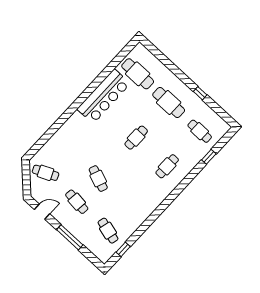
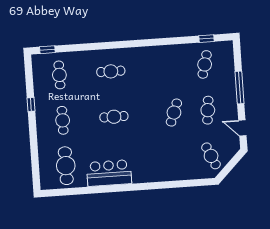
bar counter: (104, 96) -> (109, 173), width x0.73
cafe table: (169, 102) -> (63, 120), width x0.73, depth x0.74
window: (209, 157) -> (47, 50), moved

